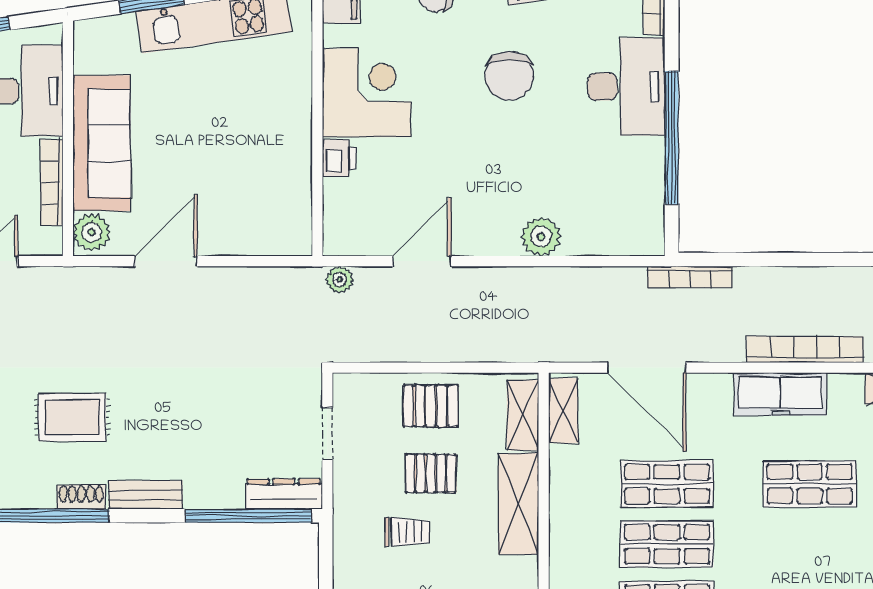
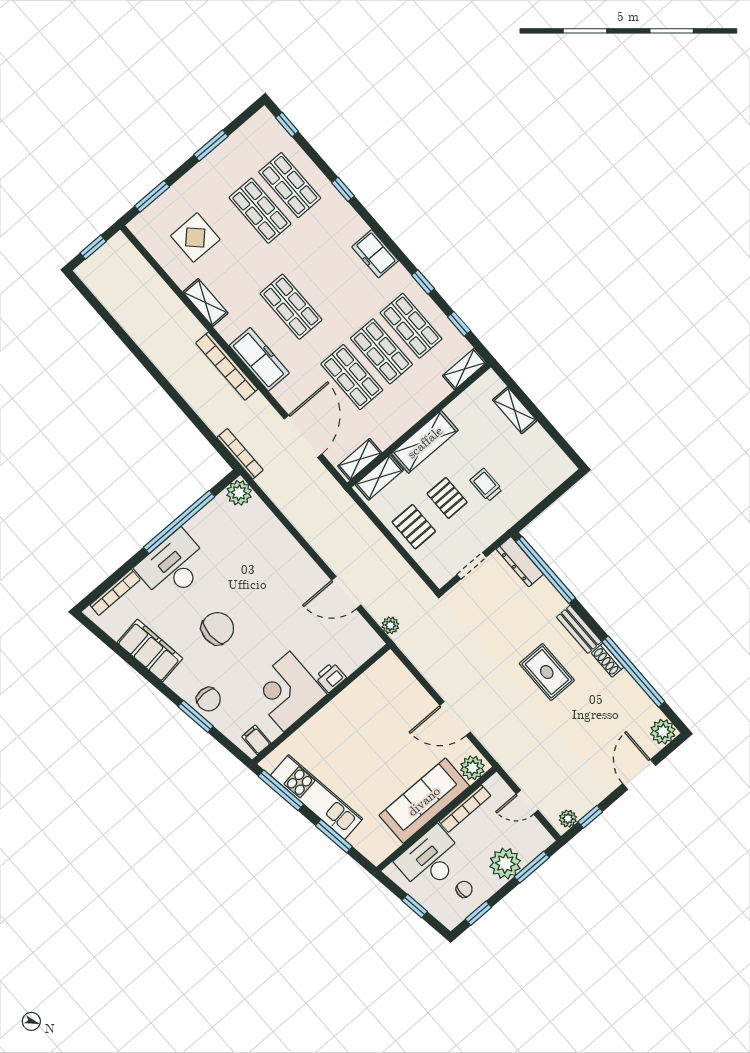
plant: (541, 237) -> (239, 493), moved
rug: (72, 417) -> (547, 672), moved

